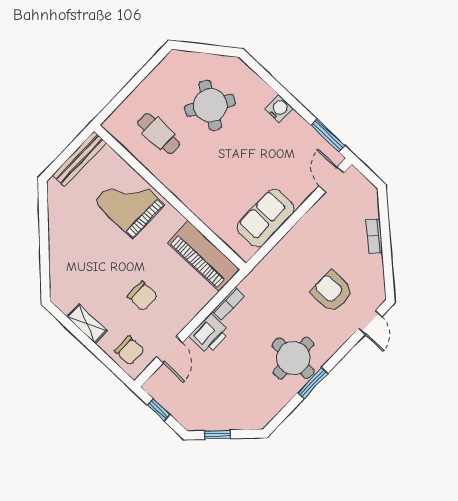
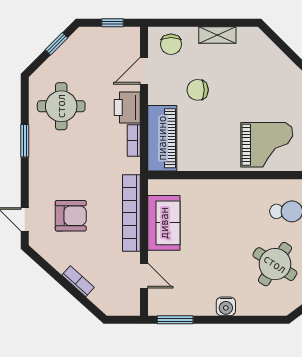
door: (331, 179) -> (144, 276), moved
bookcase: (283, 250) -> (131, 213), added
piano: (203, 256) -> (162, 138), moved, turned 90
door: (170, 350) -> (144, 71), hinge flipped
chair: (130, 351) -> (171, 44), turned -90
round table: (293, 358) -> (61, 106), moved

